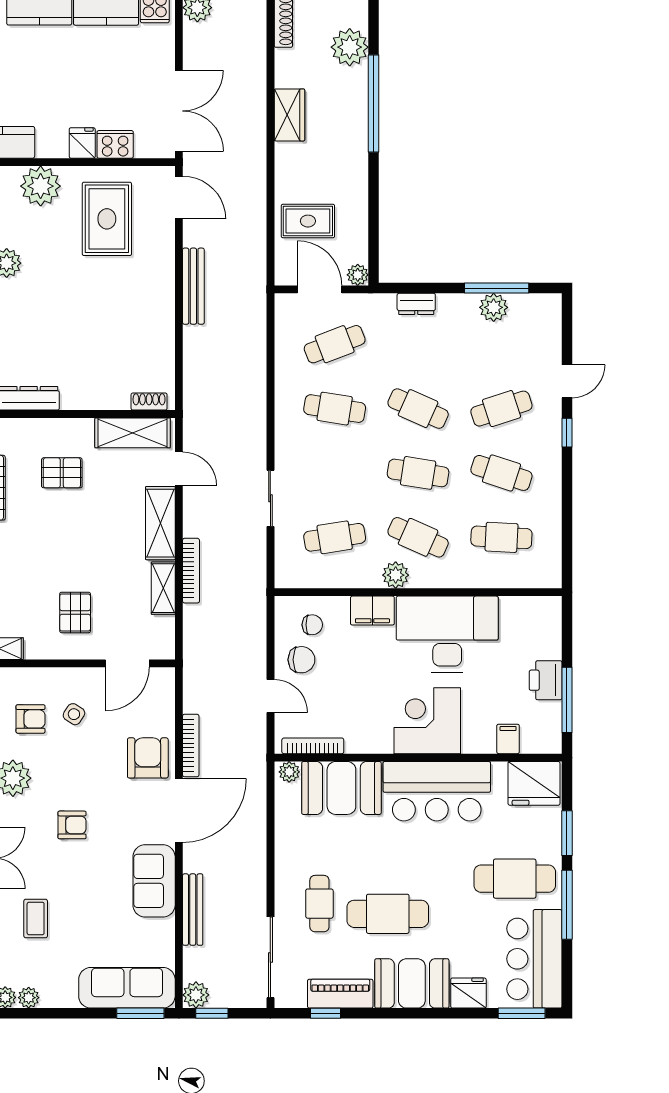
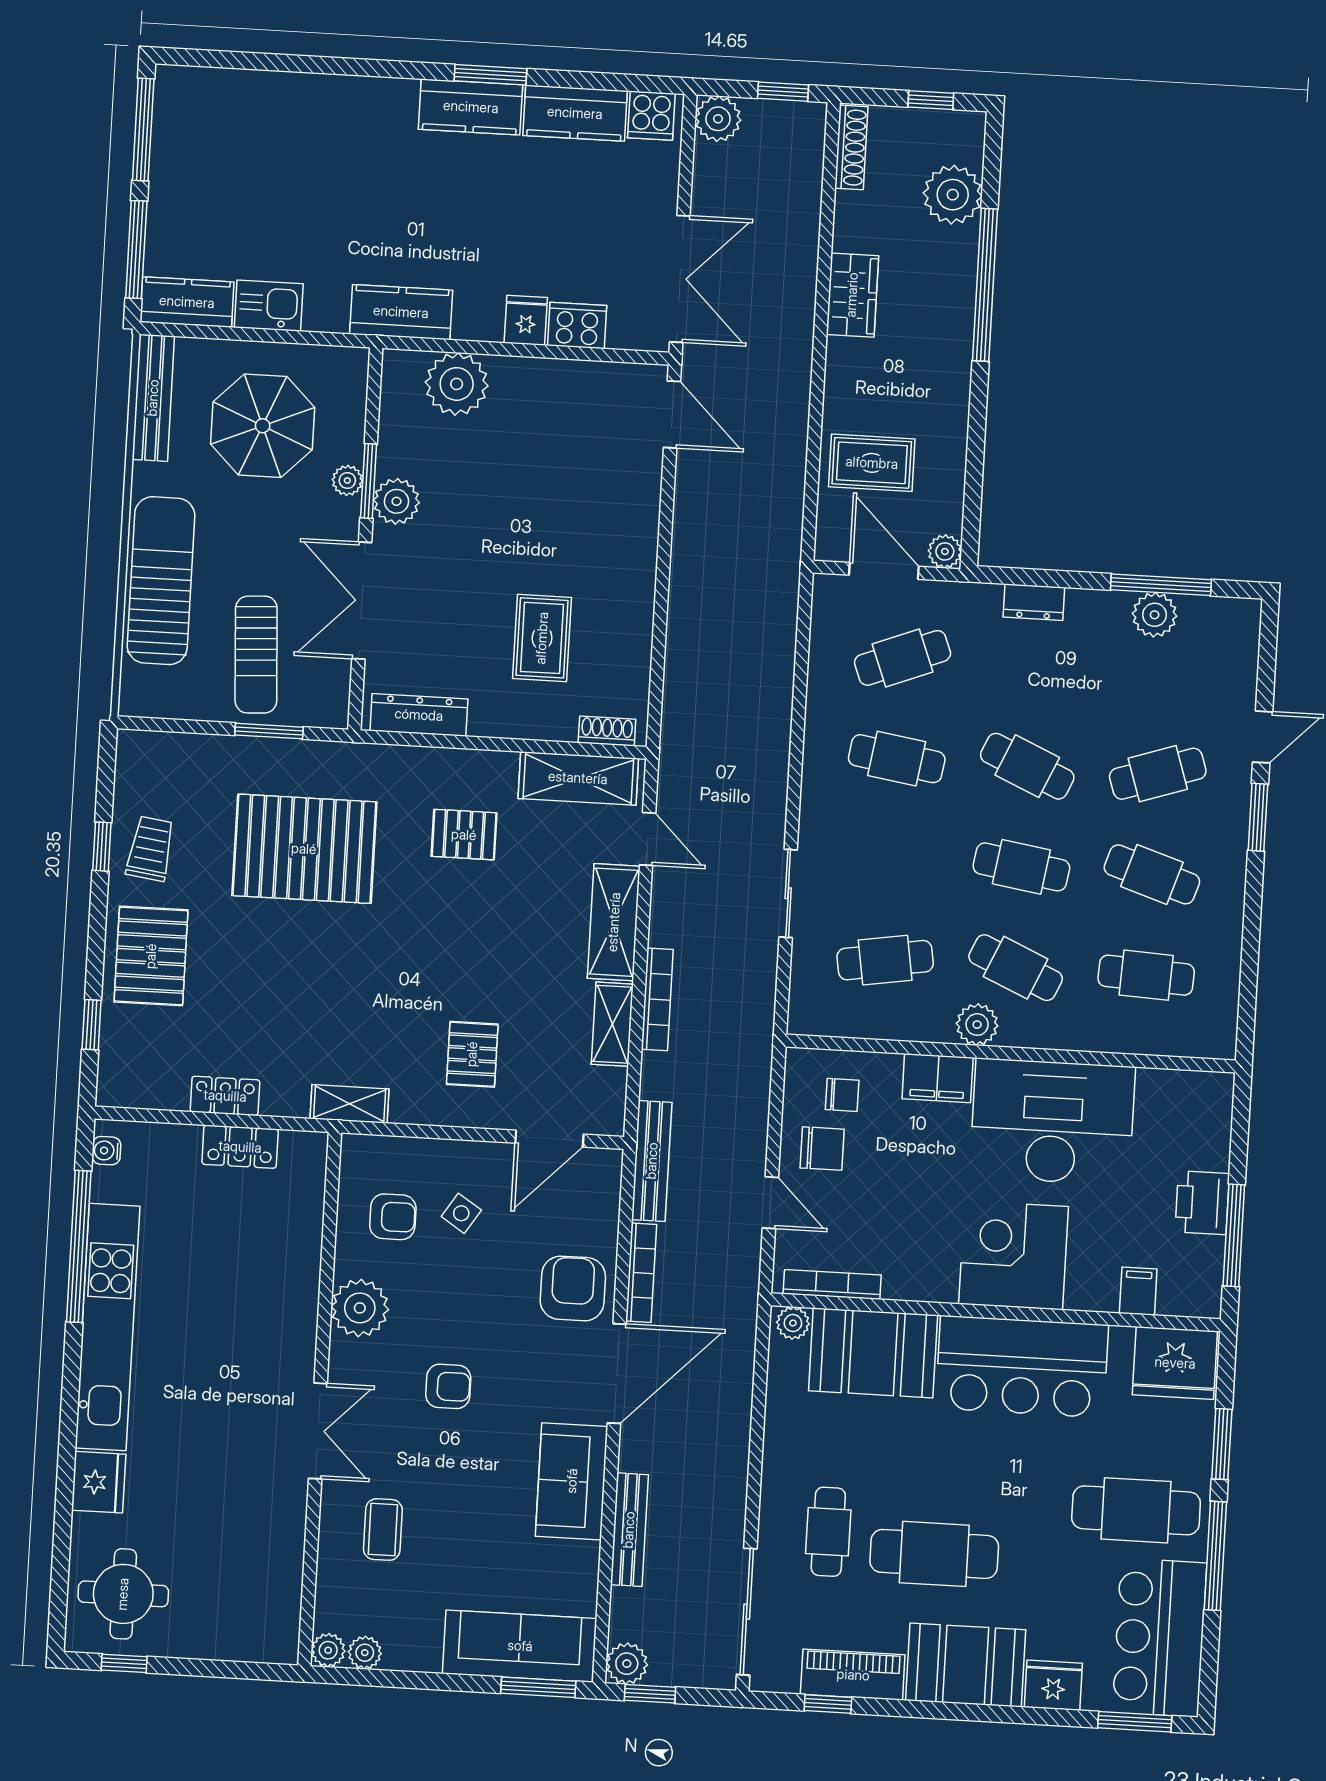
rug: (107, 219) -> (542, 638), moved, width x0.73, depth x0.70
bench: (193, 286) -> (652, 1161), moved
window: (567, 433) -> (1258, 817), width x1.50

